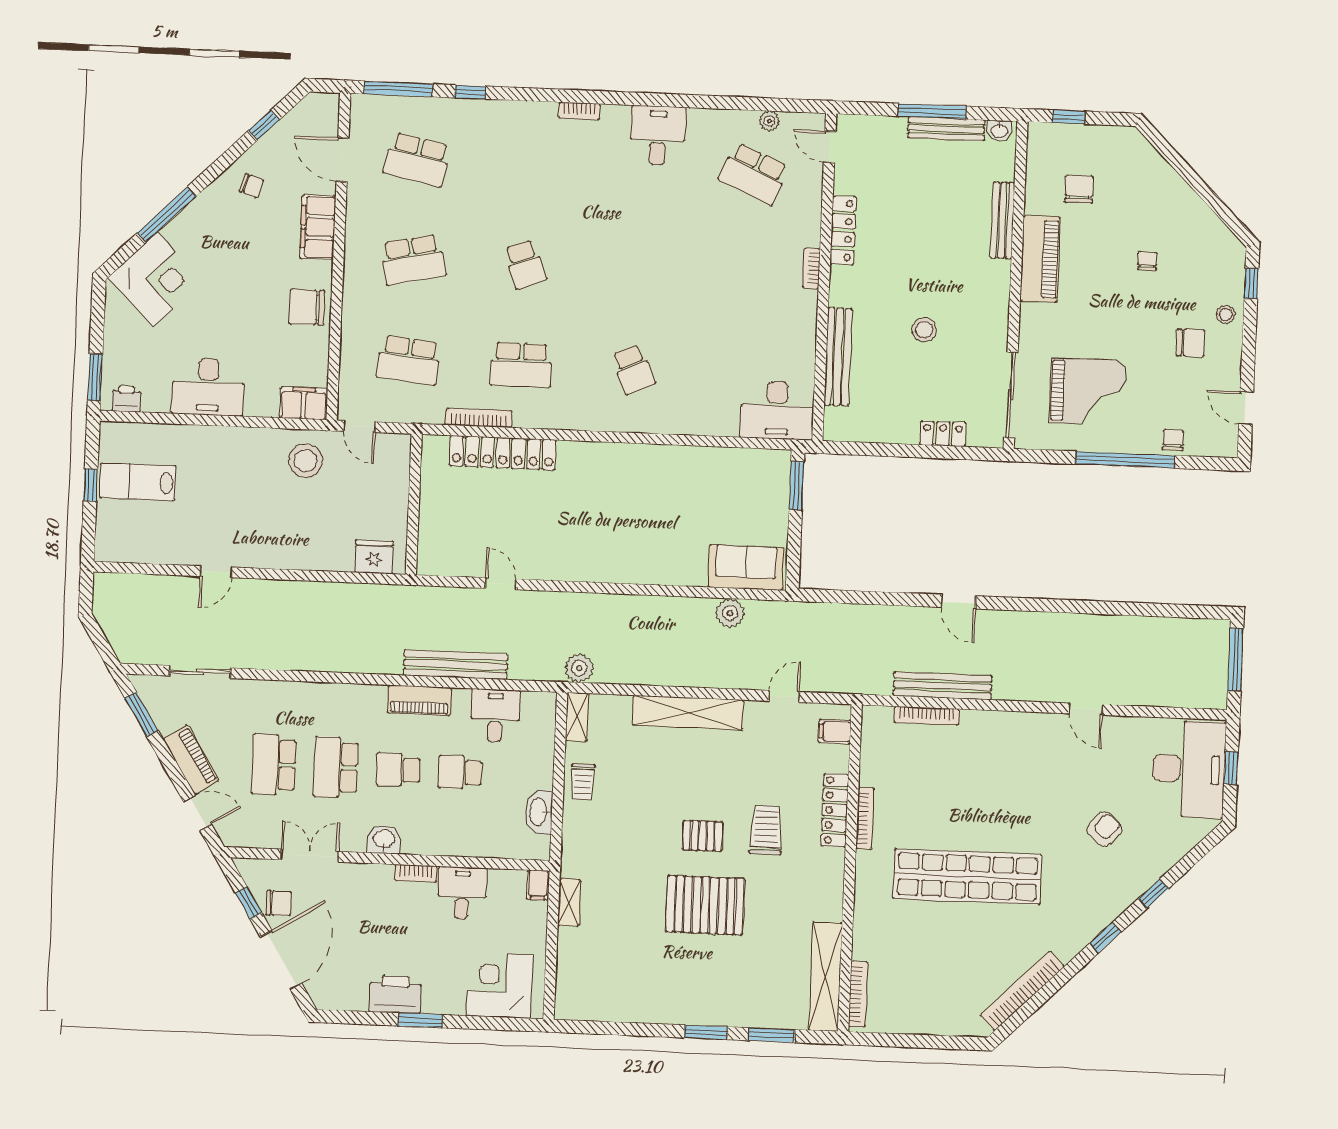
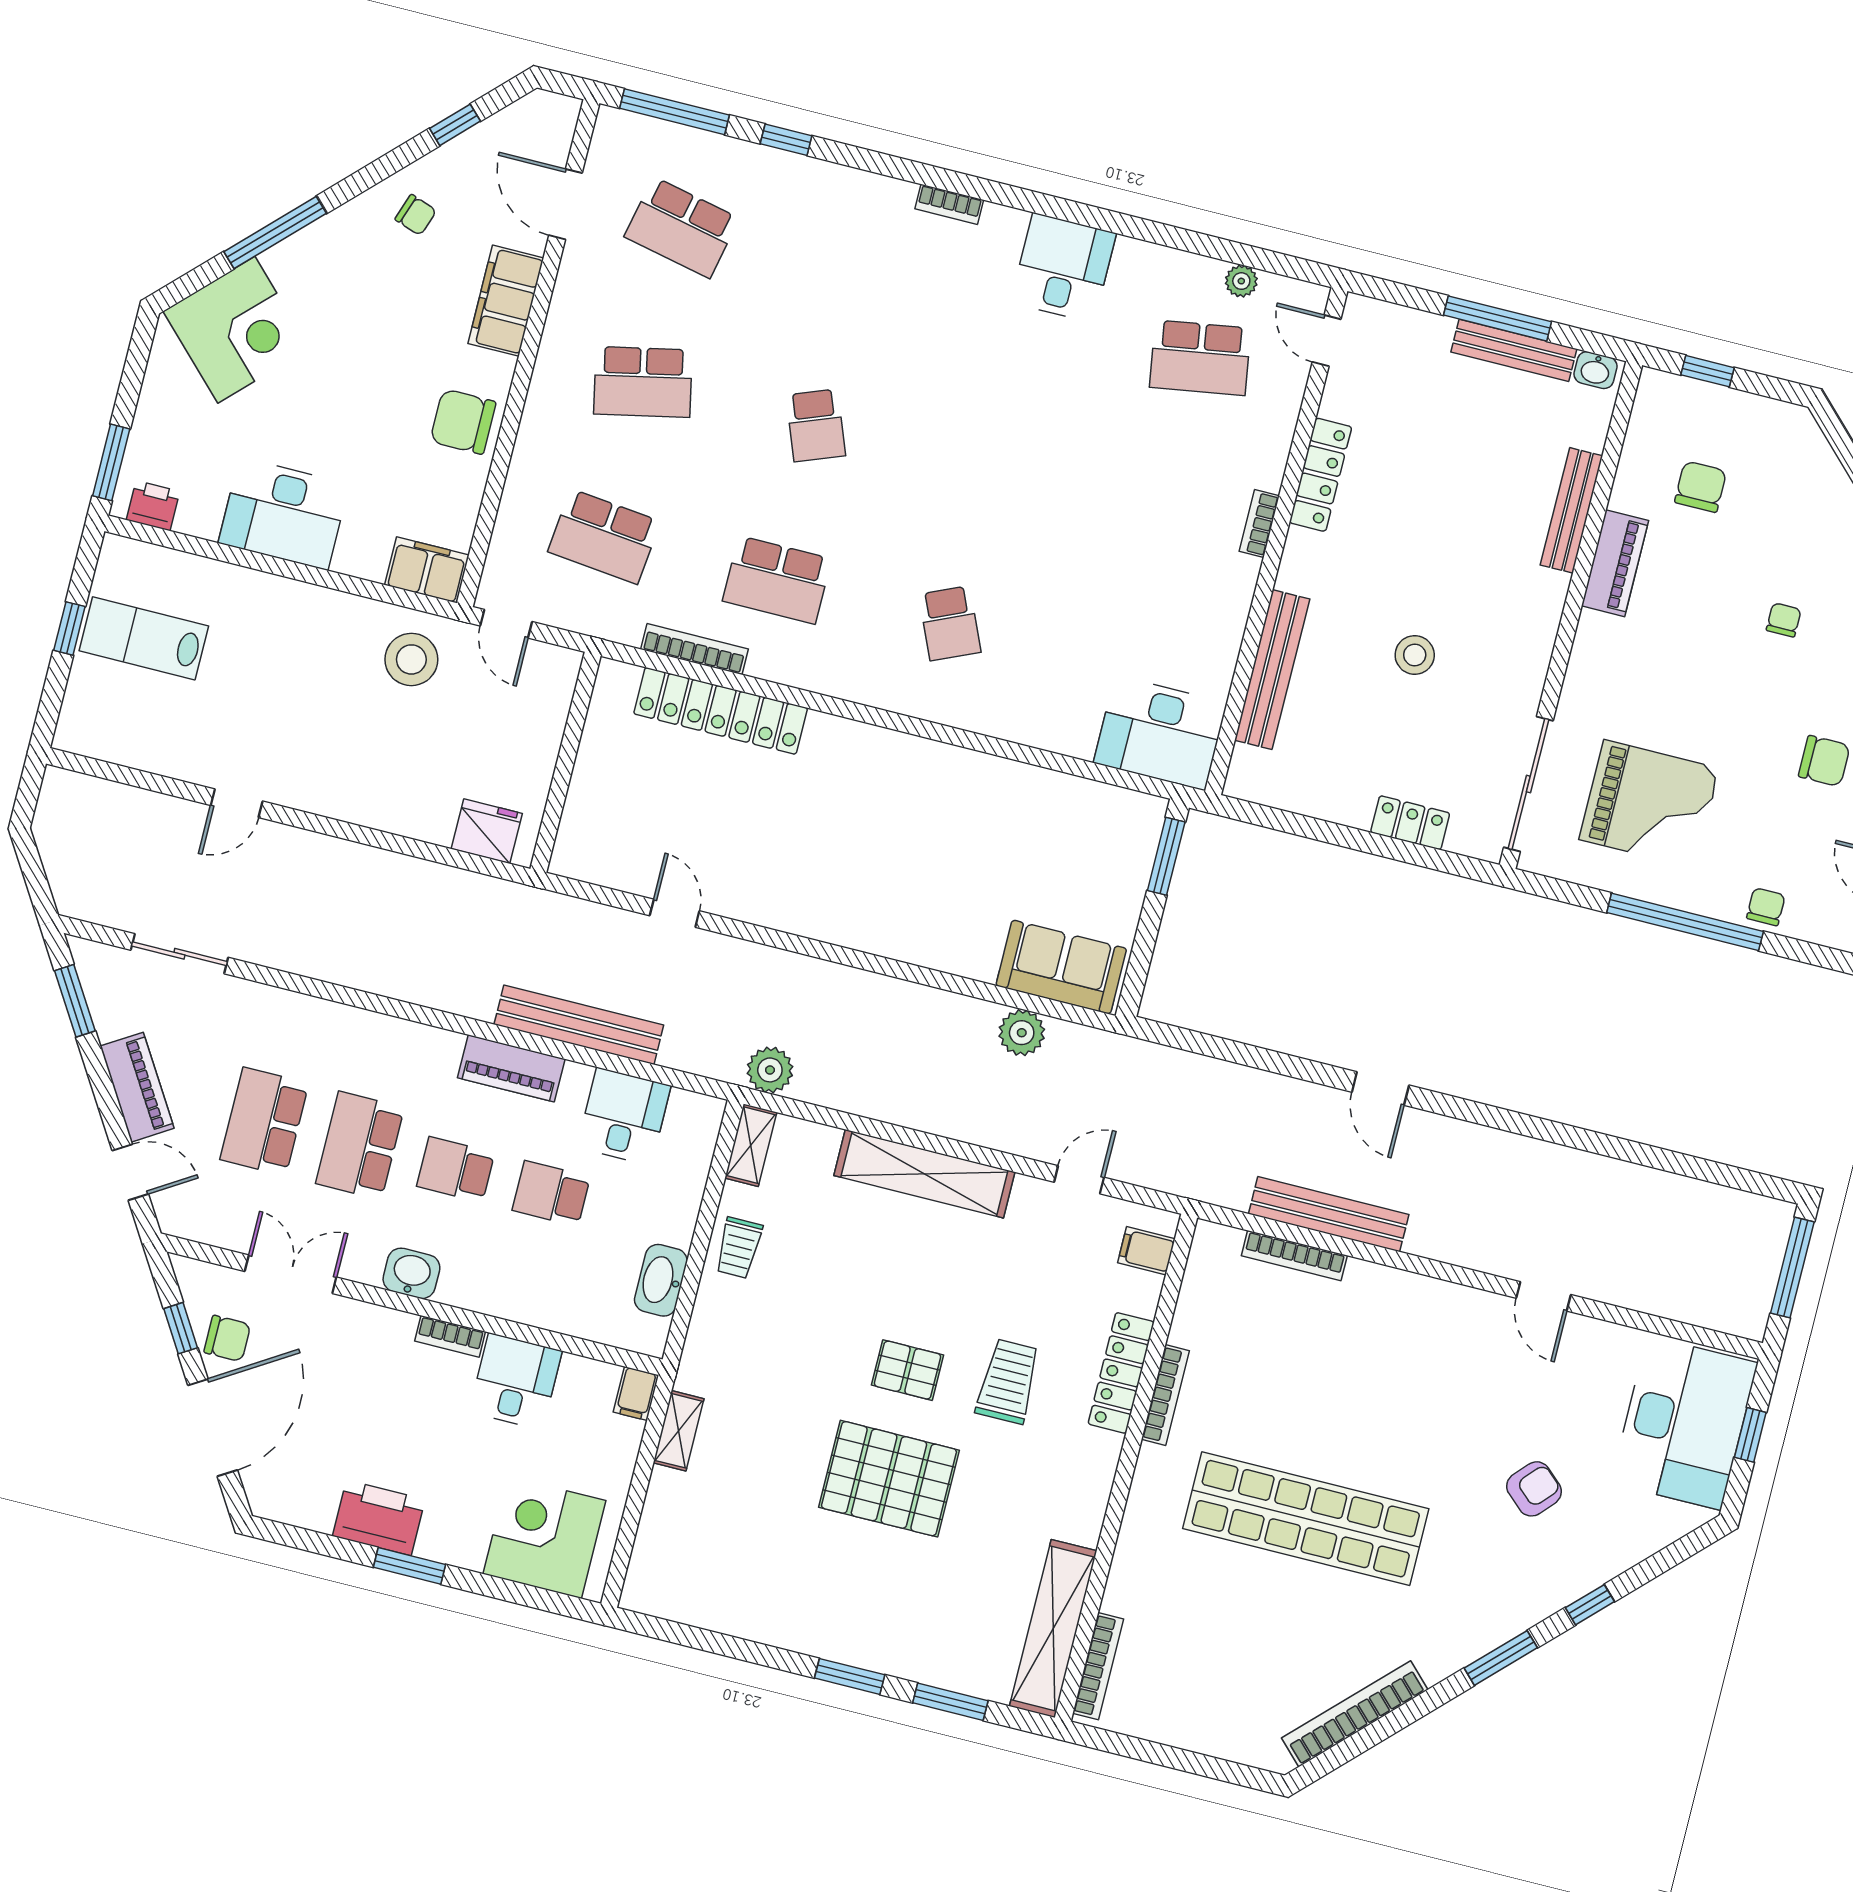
school desk: (754, 174) -> (1200, 358), turned -33
piano: (1040, 259) -> (1615, 563), width x0.73, depth x0.75
window: (1106, 938) -> (1501, 1658), width x1.50

